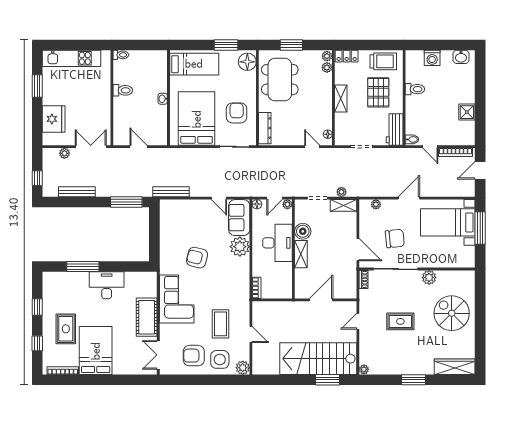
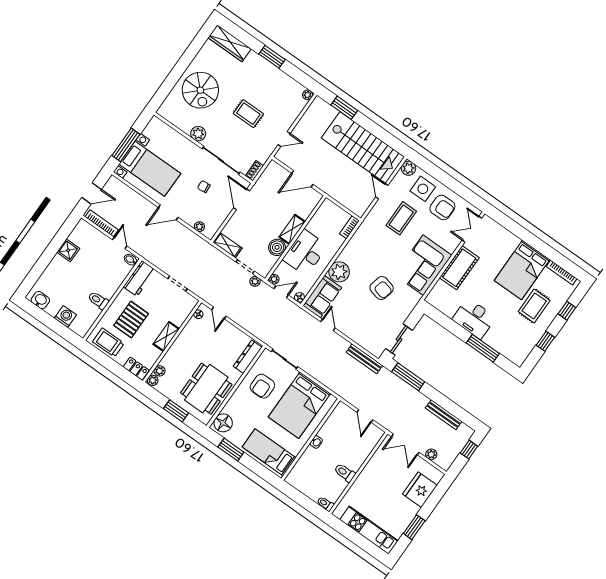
plant: (341, 192) -> (255, 281), moved
sliding door: (154, 227) -> (399, 339), added
chair: (395, 239) -> (204, 187), width x0.54, depth x0.54
double door: (158, 355) -> (472, 229), swing flipped
stairs: (318, 359) -> (363, 147), moved

